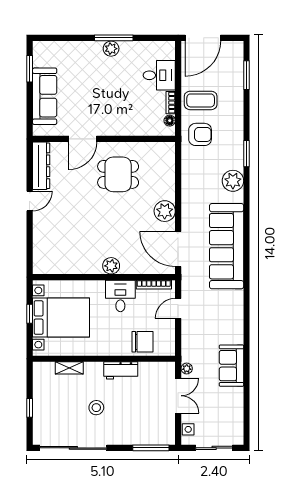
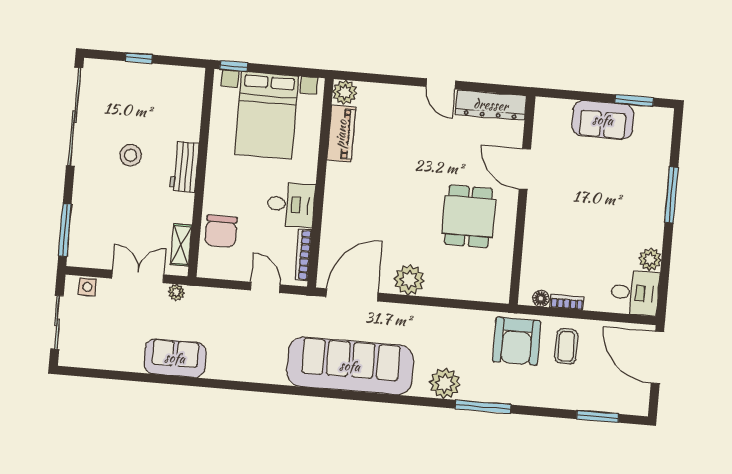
window: (114, 38) -> (671, 195), moved
plant: (111, 49) -> (650, 259), moved
desk: (159, 75) -> (635, 293), moved, turned -90
sofa: (45, 96) -> (603, 120), width x0.73
coffee table: (201, 100) -> (566, 346), width x0.73, depth x0.77
armchair: (200, 134) -> (517, 341), width x1.36, depth x1.36
window: (247, 154) -> (483, 407), width x1.44
piano: (69, 266) -> (341, 134), added
plant: (111, 266) -> (345, 92), moved
window: (30, 314) -> (234, 66), moved
shelving: (69, 368) -> (181, 245), moved
workbench: (121, 370) -> (184, 167), moved
double door: (178, 396) -> (138, 276), swing flipped

